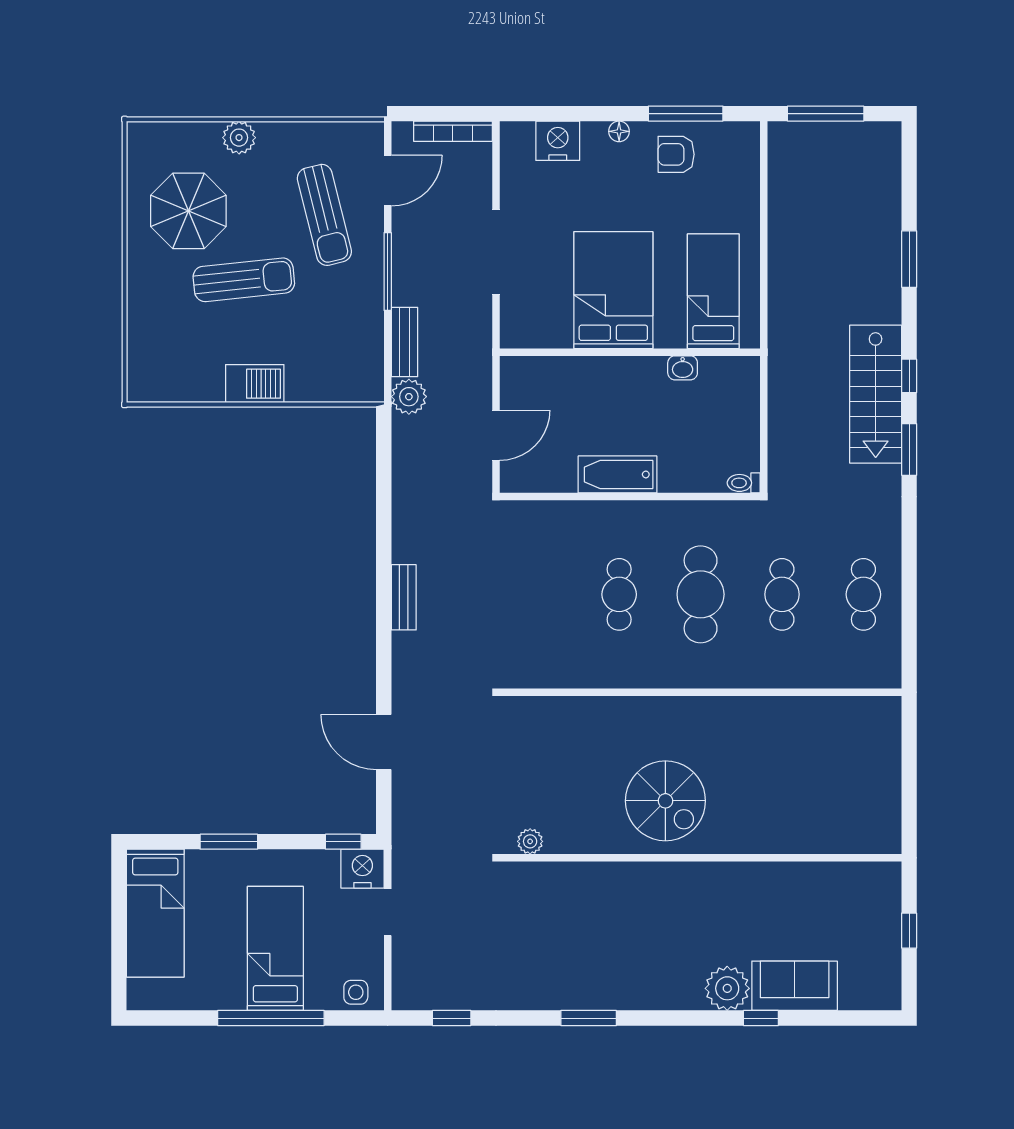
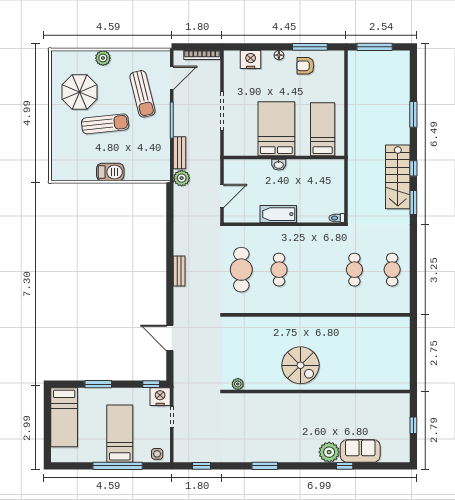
washbasin: (683, 368) -> (279, 165), moved
cafe table: (701, 594) -> (241, 270), moved

